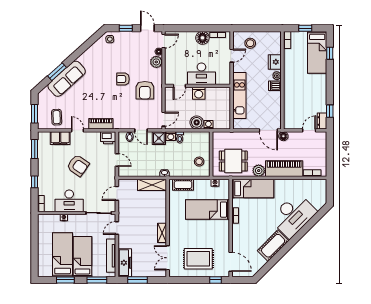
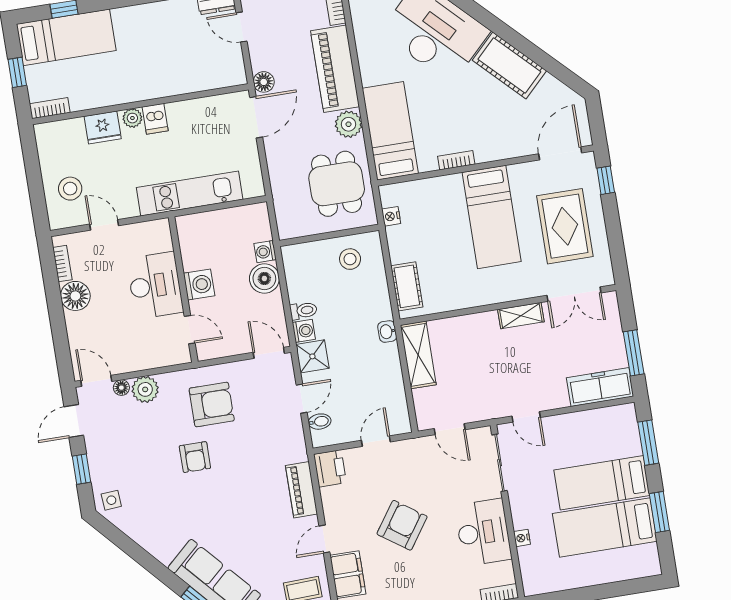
bed: (208, 210) -> (492, 217), moved
tv unit: (111, 256) -> (589, 420), removed

